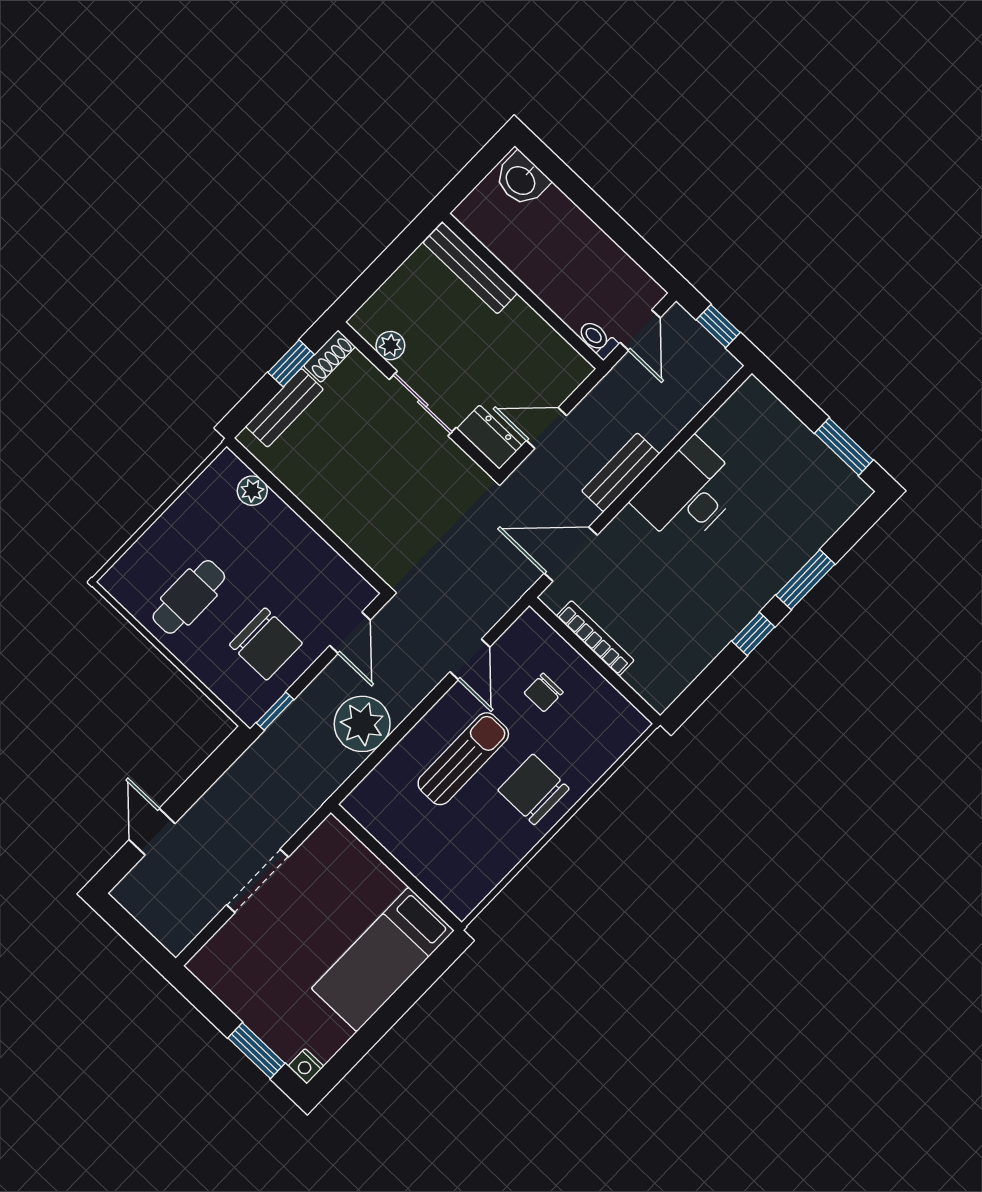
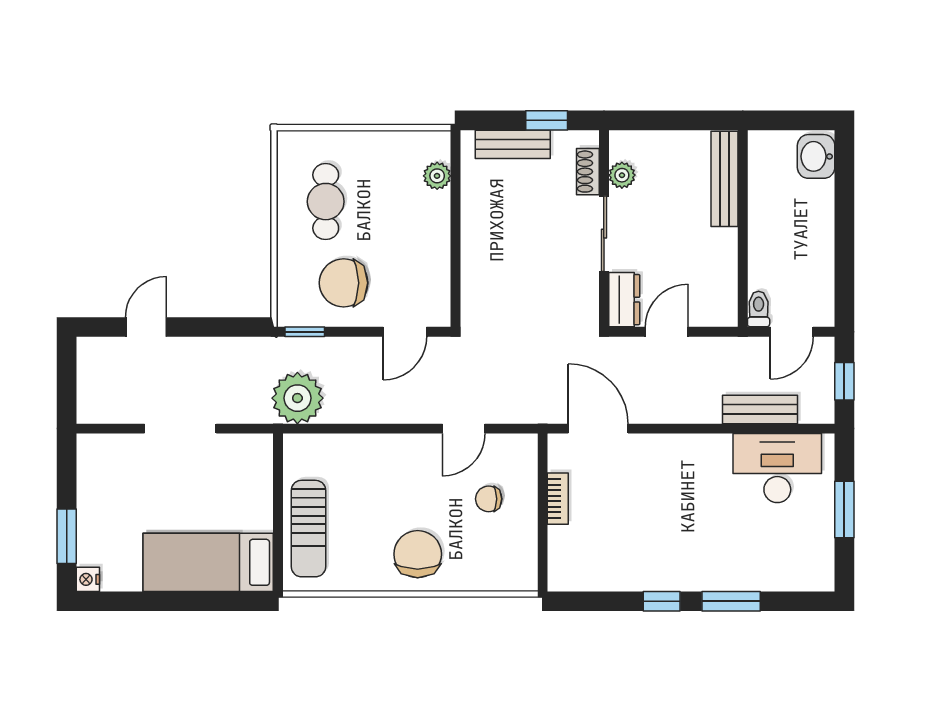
shoe rack: (329, 356) -> (588, 172), moved, turned 90
door: (546, 428) -> (667, 332), hinge flipped
window: (844, 447) -> (844, 510), moved
bench: (621, 472) -> (760, 409), moved
desk: (688, 494) -> (777, 468), moved
cafe table: (189, 597) -> (326, 202), turned 90
bookcase: (595, 638) -> (558, 499), width x0.64
chair: (266, 644) -> (344, 283), turned 90
plant: (362, 724) -> (297, 398), moved
sun lounger: (463, 759) -> (308, 529), moved, turned 90

